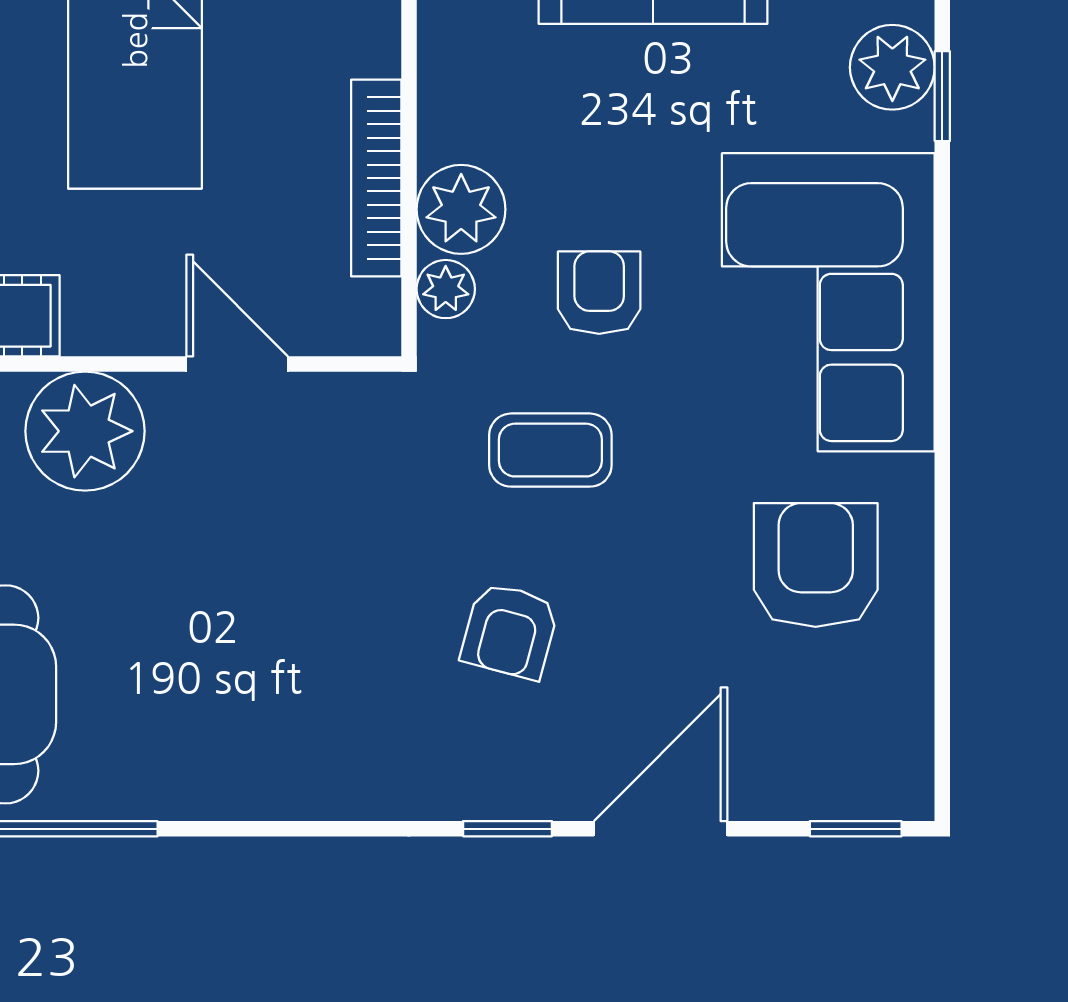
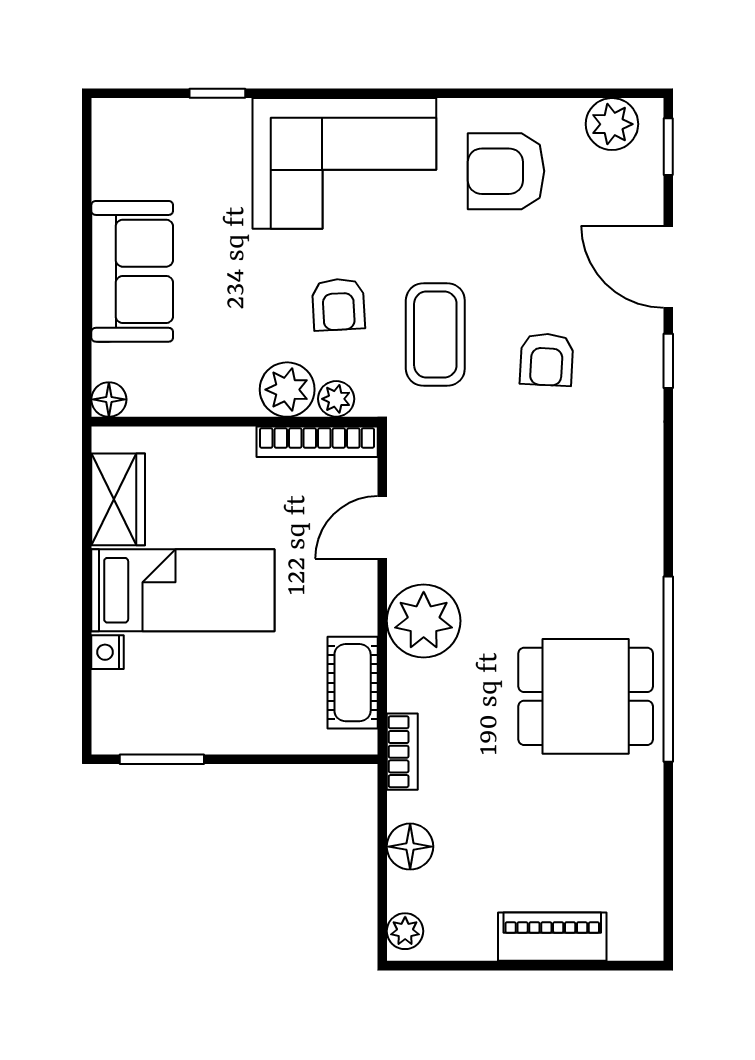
plant: (892, 67) -> (612, 124), moved
bookcase: (376, 178) -> (317, 442), moved
armchair: (599, 293) -> (338, 304), turned -93
coffee table: (550, 450) -> (435, 335), width x1.36, depth x1.30
armchair: (510, 631) -> (547, 360), turned 78

